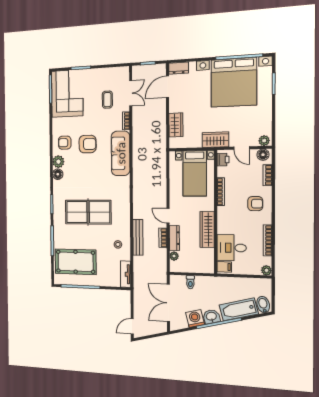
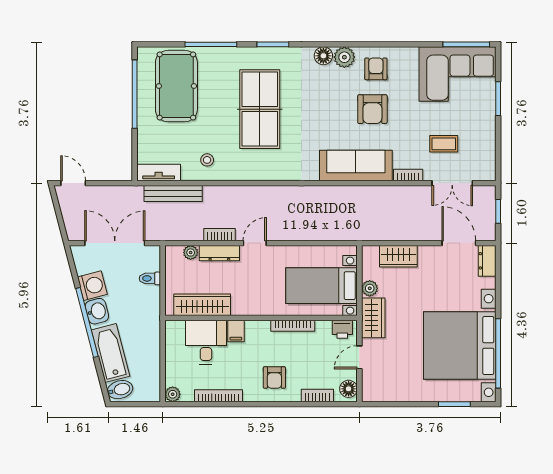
plant: (264, 141) -> (370, 288), moved
wardrobe: (207, 230) -> (202, 305), moved
bench: (138, 237) -> (173, 193), moved
filing cabinet: (224, 267) -> (236, 331), moved

